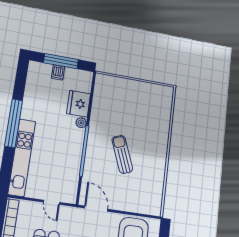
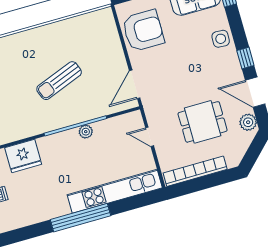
plant: (81, 123) -> (86, 132), moved
door: (52, 202) -> (150, 137), swing flipped

